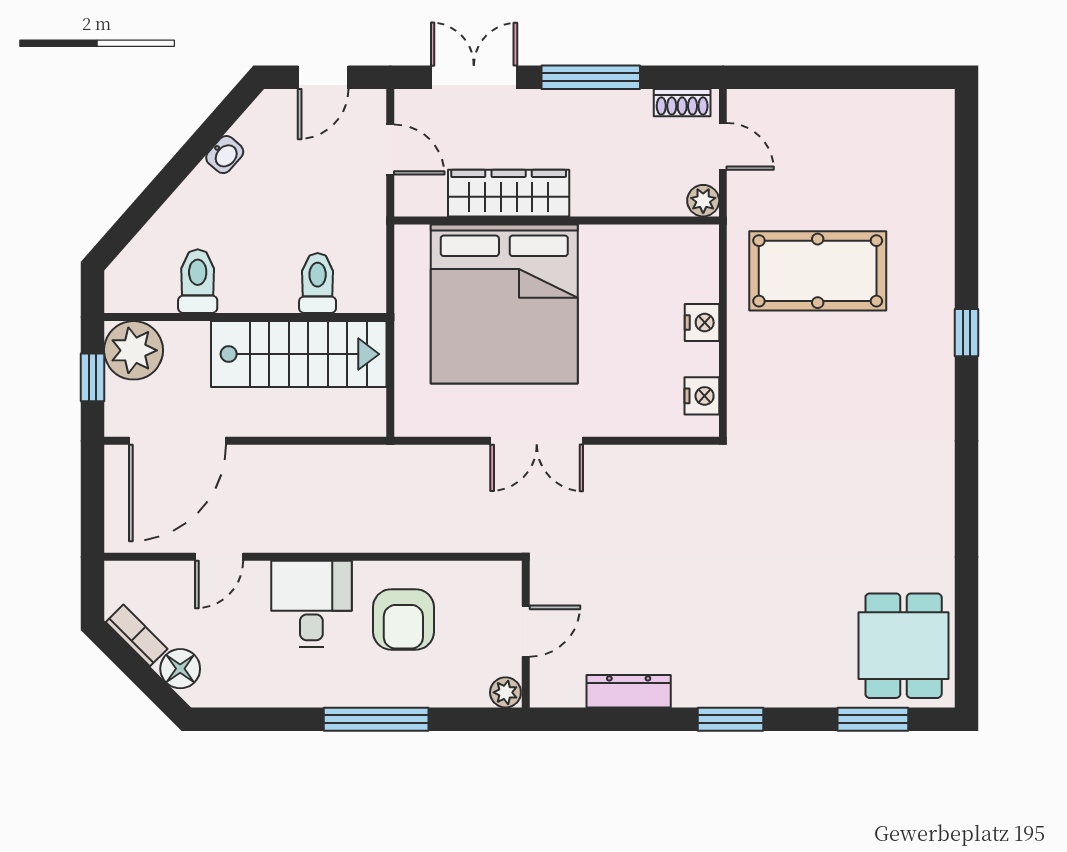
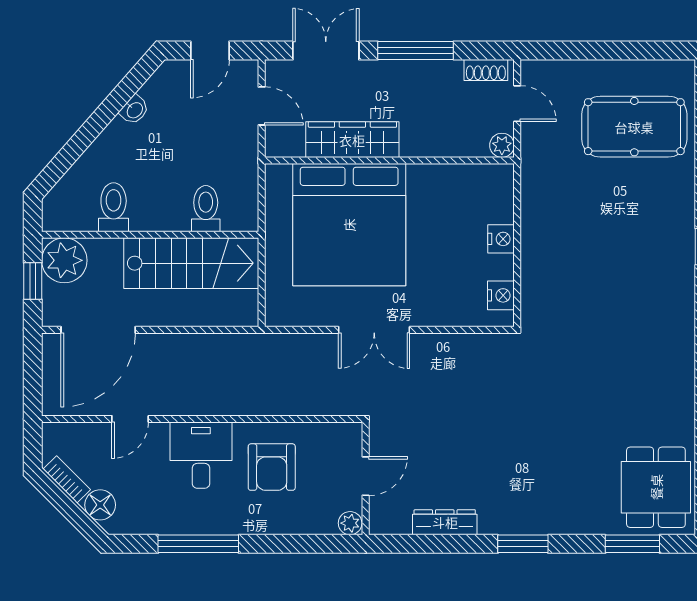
pool table: (818, 271) -> (634, 127), moved
window: (376, 719) -> (198, 544), moved

